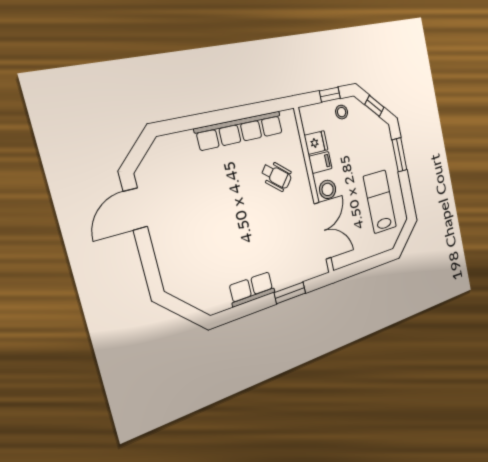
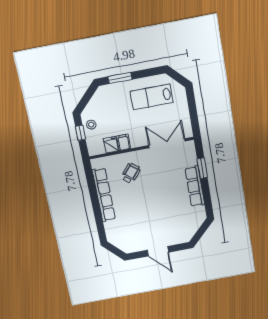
window: (374, 106) -> (86, 98), removed
stool: (328, 189) -> (141, 138), removed
door: (135, 209) -> (158, 251), moved
row of seats: (252, 289) -> (195, 186), width x1.48

